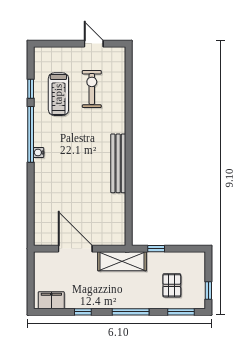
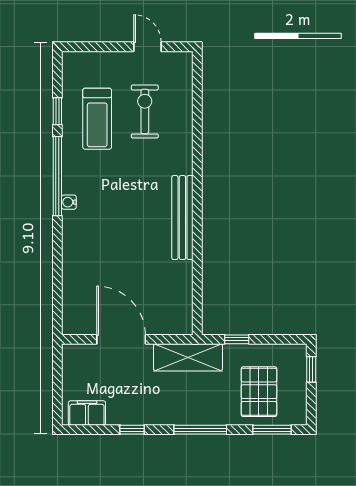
pallet: (172, 285) -> (259, 392), width x1.50, depth x1.42
window: (208, 291) -> (311, 369), moved

